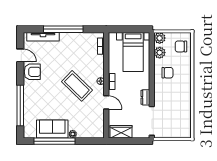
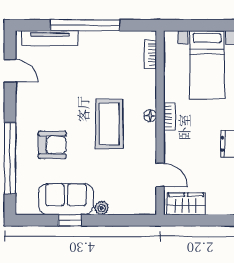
armchair: (32, 72) -> (52, 145), moved
coffee table: (77, 86) -> (109, 124), turned 46
door: (106, 102) -> (160, 175), moved
window: (55, 141) -> (70, 220), width x0.32

